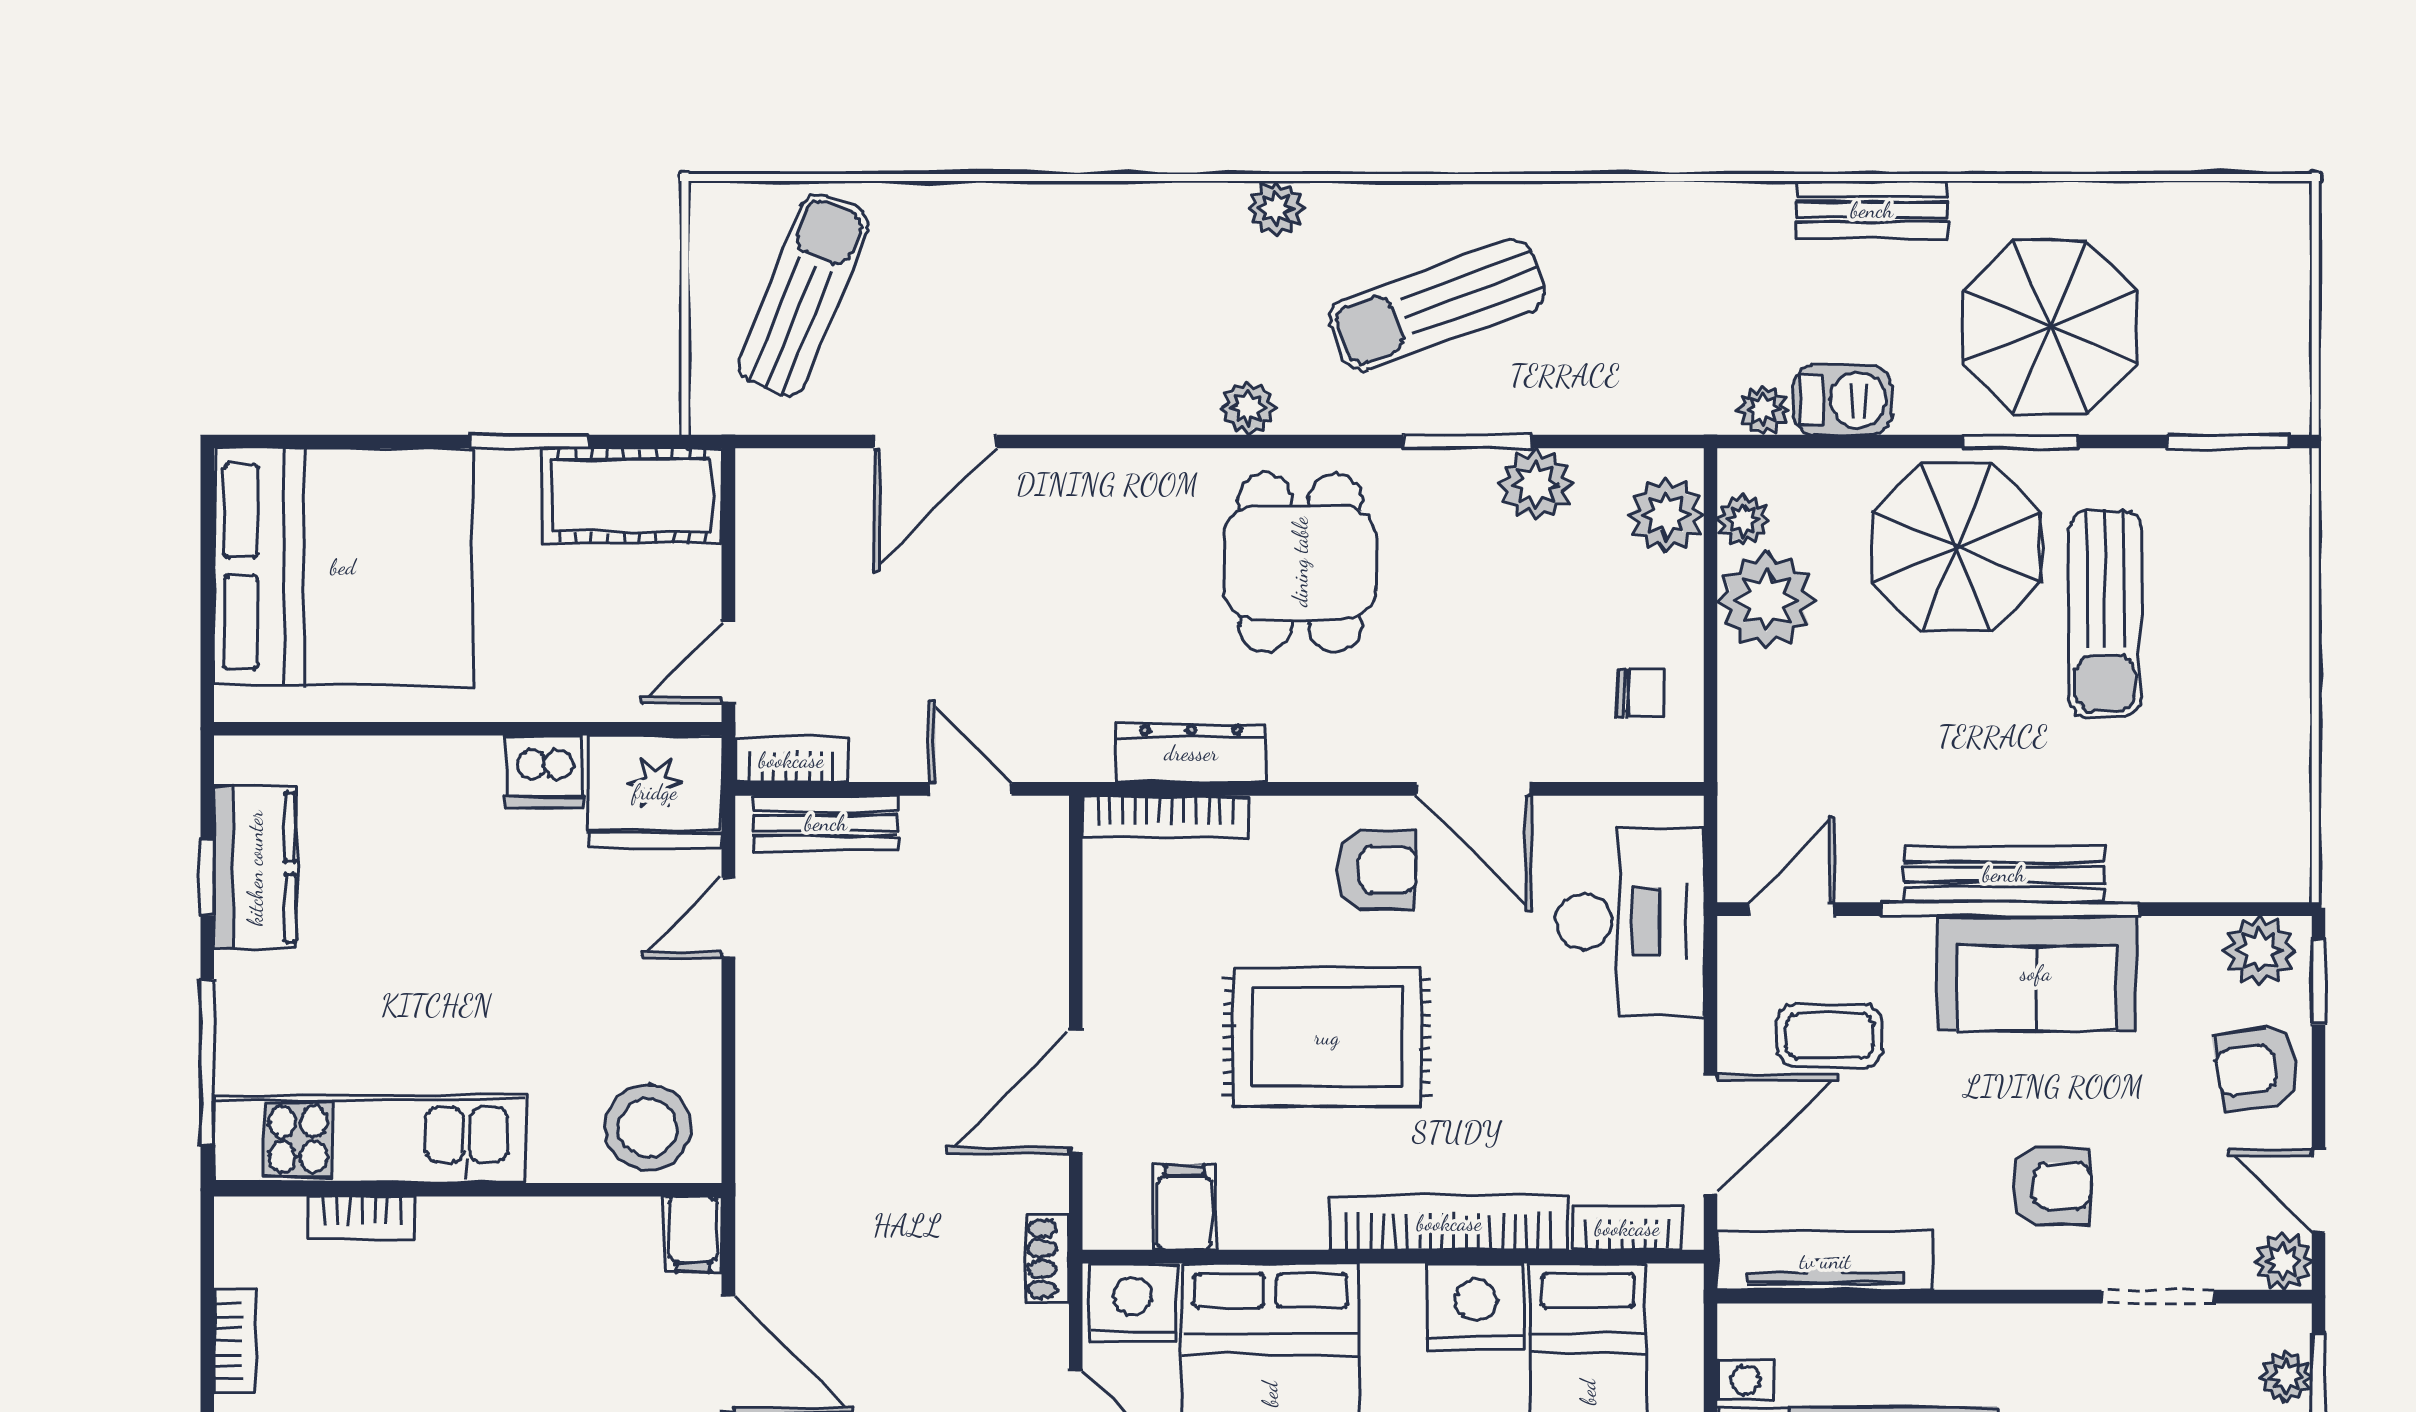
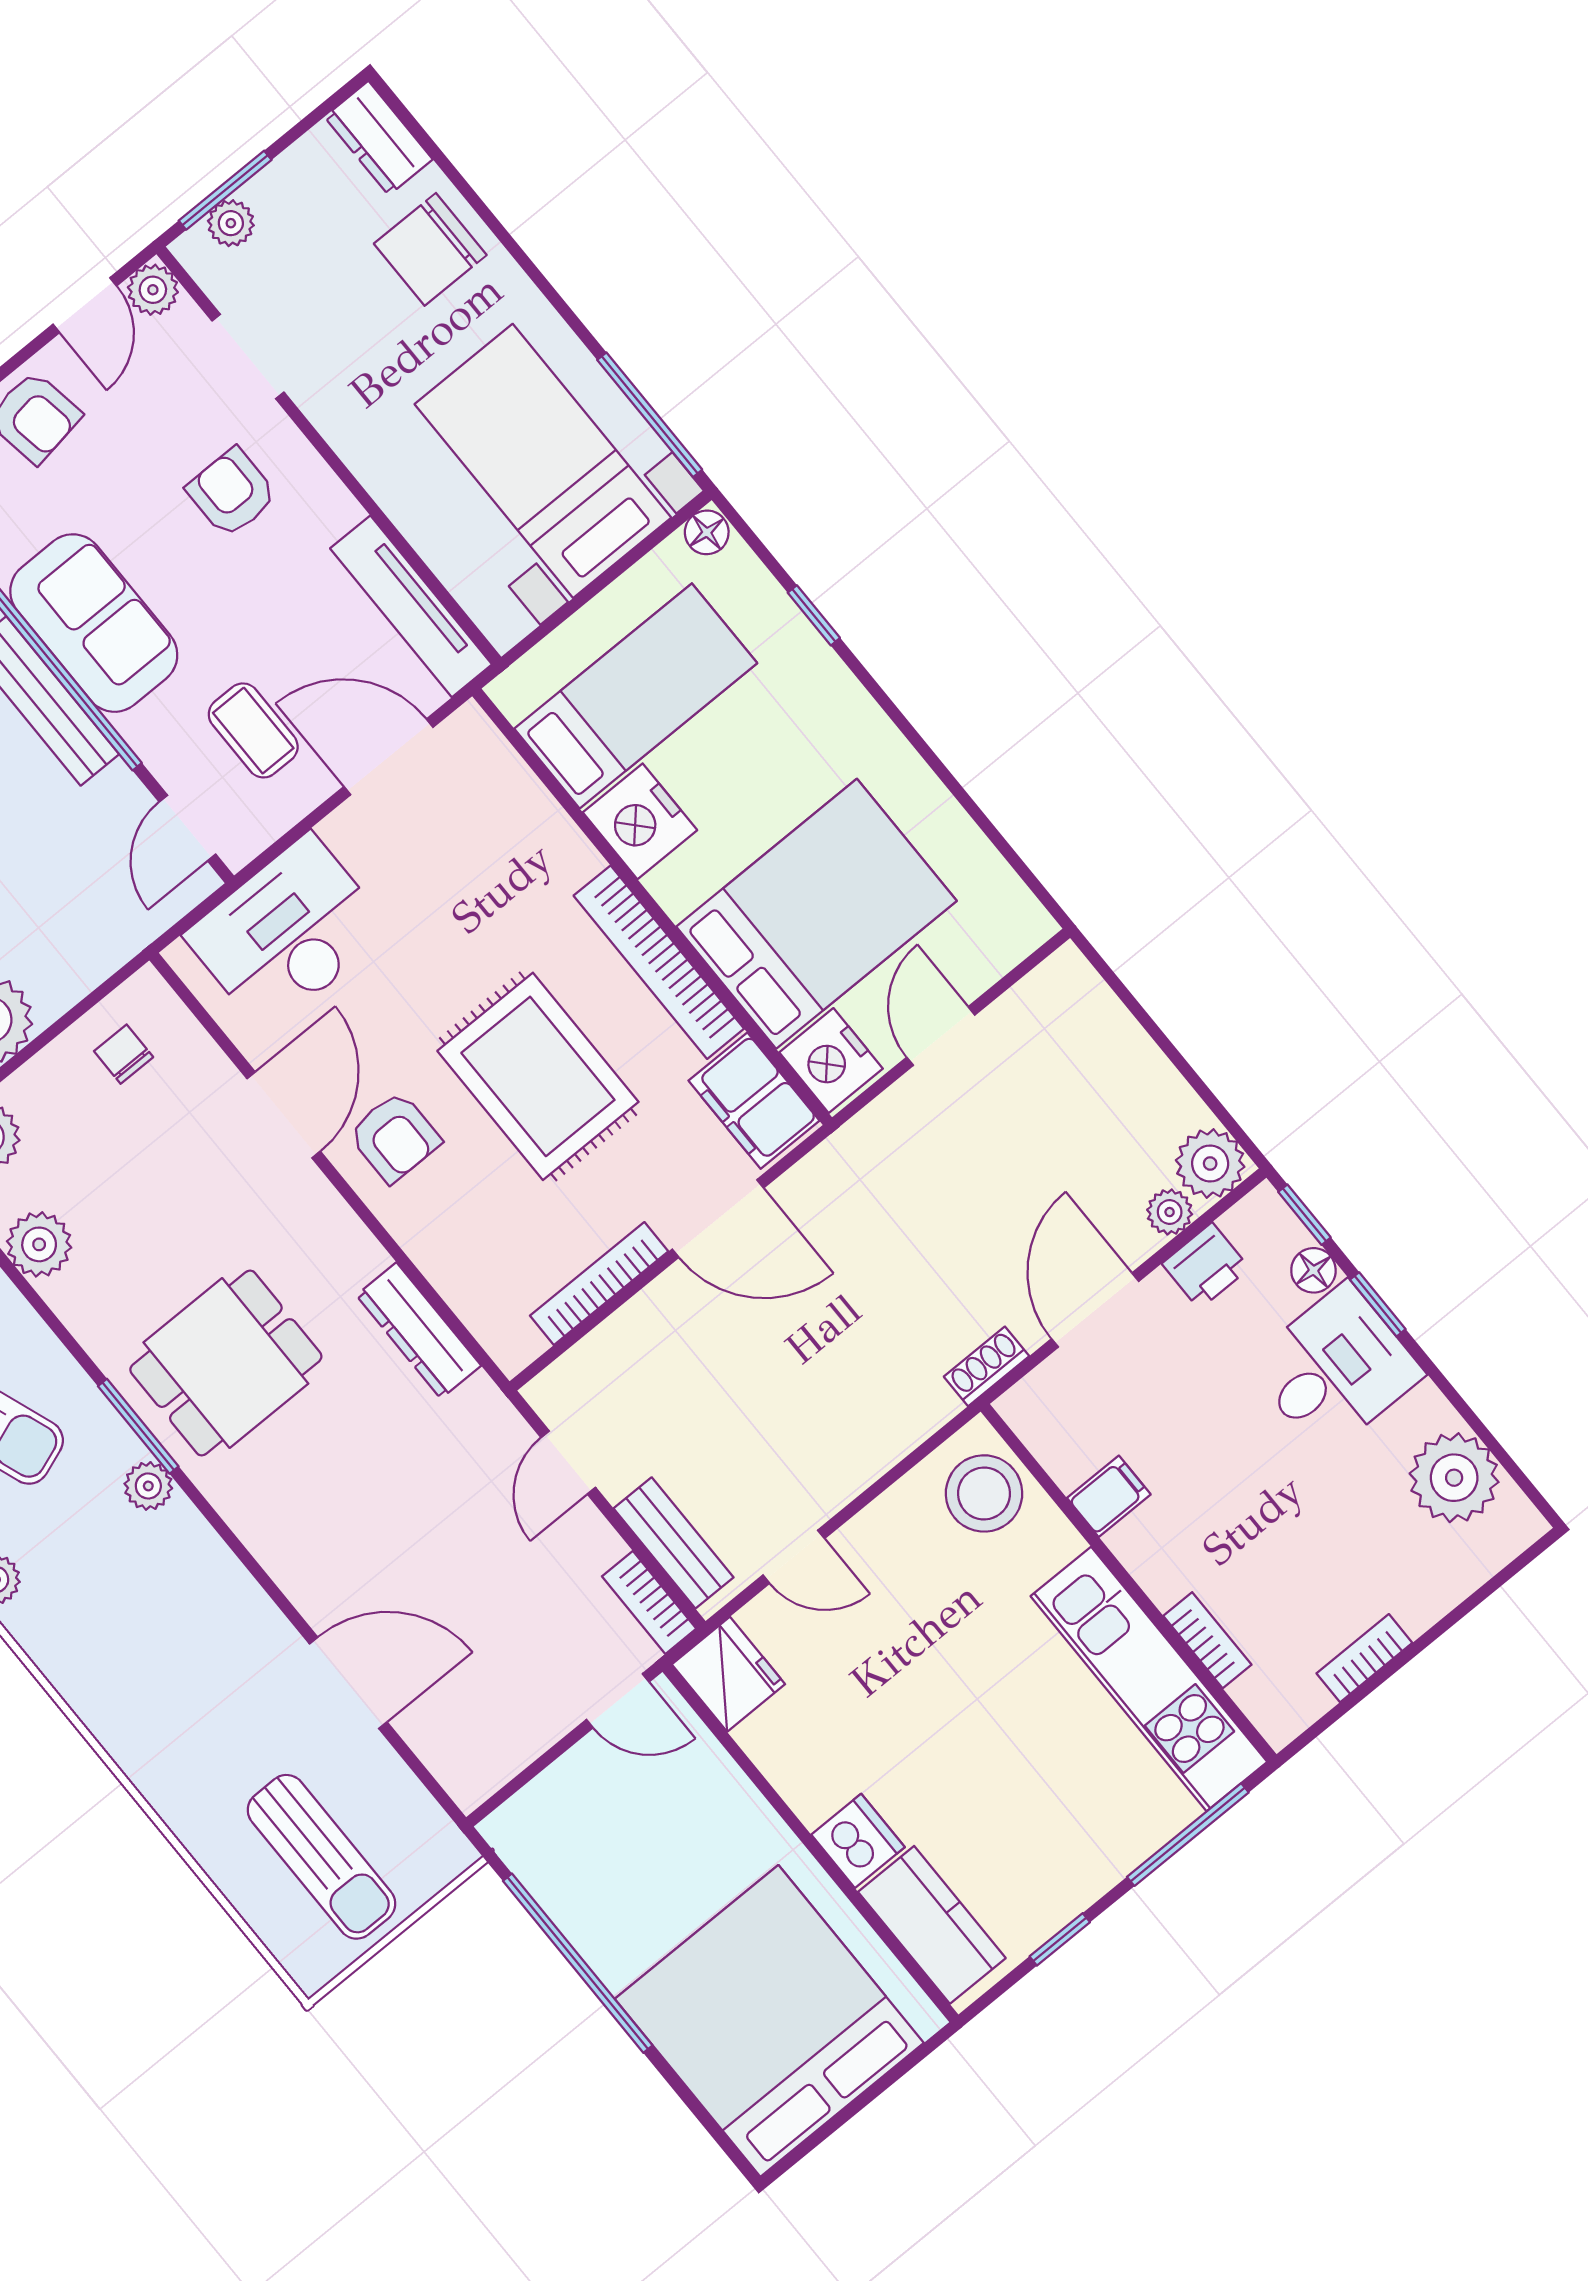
sun lounger: (803, 295) -> (322, 1857), turned -112
window: (529, 441) -> (578, 1963), width x2.11
window: (1467, 441) -> (138, 1426), moved
cot: (632, 496) -> (557, 1861), removed
dishwasher: (544, 772) -> (858, 1841), moved
fridge: (655, 792) -> (728, 1674), width x0.73, depth x0.75
bookcase: (1166, 817) -> (599, 1284), moved, turned -90
kitchen counter: (255, 868) -> (932, 1925), moved, turned 90
armchair: (1376, 869) -> (395, 1137), turned 180
door: (1792, 909) -> (187, 828), hinge flipped
filing cabinet: (1184, 1207) -> (754, 1101), width x2.00
bookcase: (1449, 1223) -> (659, 962), moved
bookcase: (1627, 1228) -> (500, 761), removed
filing cabinet: (693, 1234) -> (1109, 1496), moved
shoe rack: (1048, 1259) -> (986, 1366), moved, turned 180

